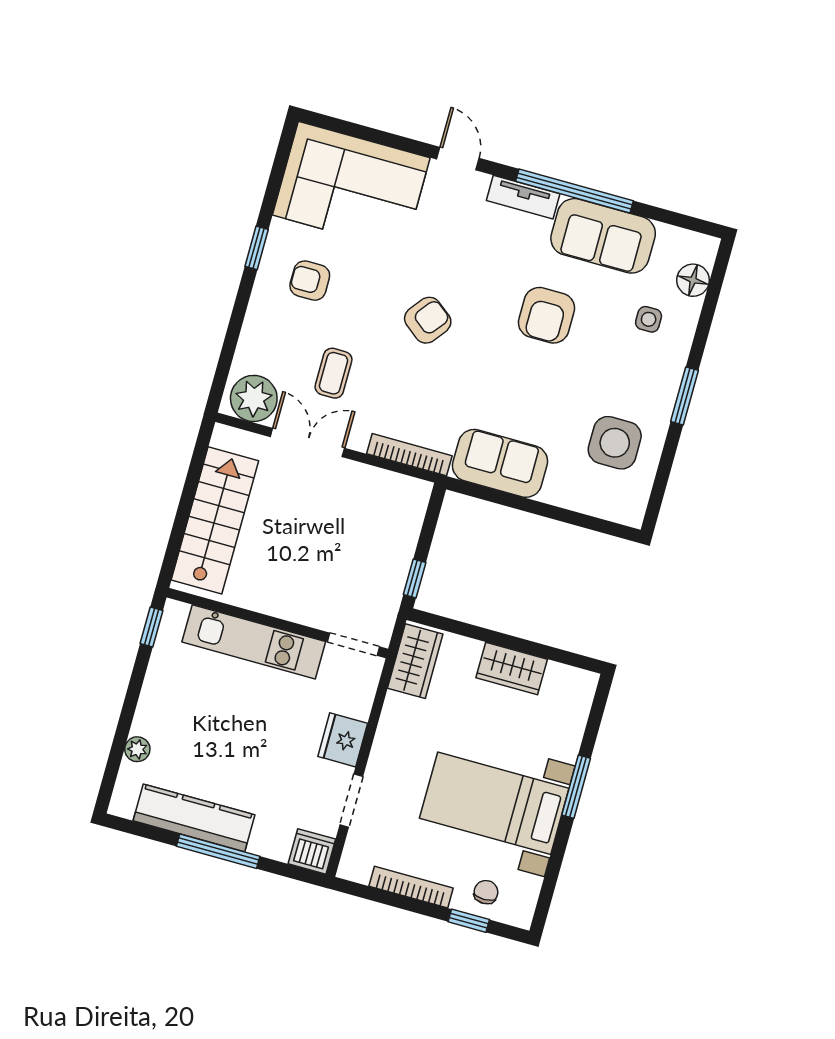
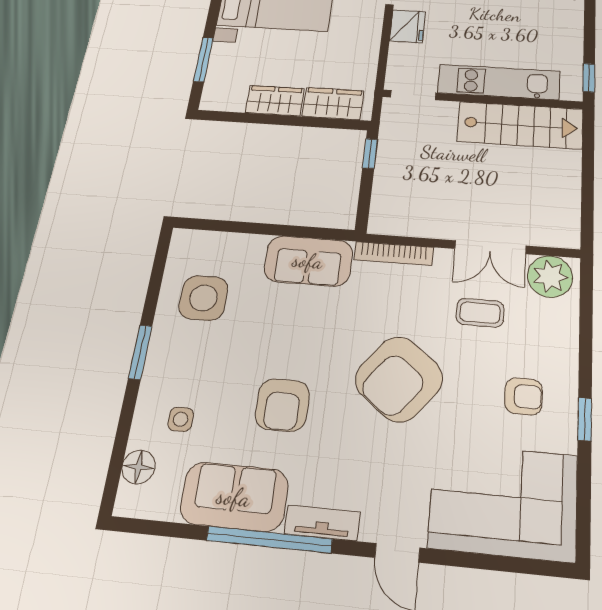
armchair: (546, 315) -> (282, 405), turned 180
armchair: (428, 320) -> (399, 379), width x1.88, depth x1.88
coffee table: (334, 373) -> (480, 313), turned 90
stairs: (215, 520) -> (520, 125), moved, turned -90
wardrobe: (415, 661) -> (333, 104), moved, turned 90
window: (576, 787) -> (203, 59), moved

